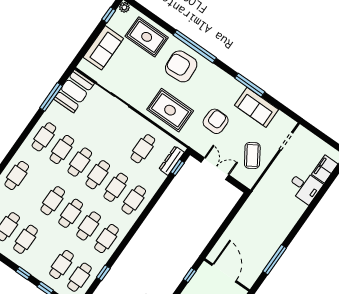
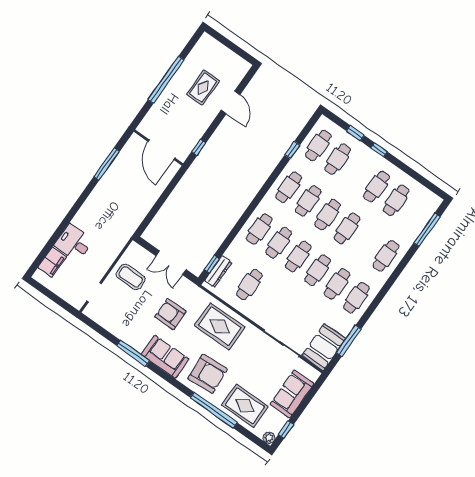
window: (195, 46) -> (214, 410), moved
sofa: (257, 107) -> (165, 357), moved
armchair: (216, 121) -> (170, 314), turned 89
coffee table: (252, 155) -> (131, 277), turned -57

